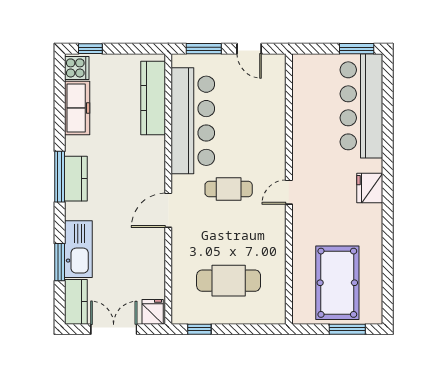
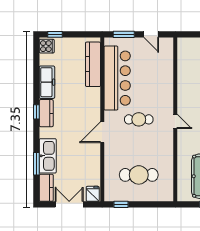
freezer: (77, 108) -> (47, 82), moved
window: (60, 177) -> (36, 112), width x0.46
door: (289, 192) -> (175, 121), swing flipped

